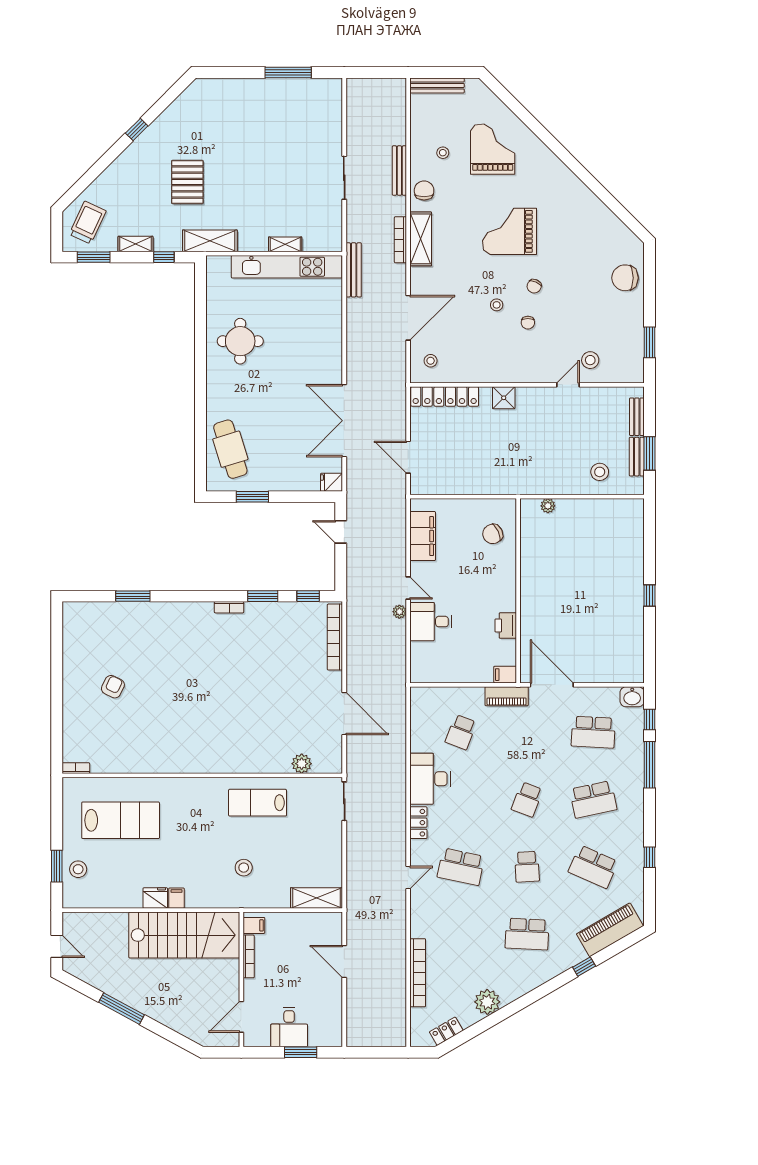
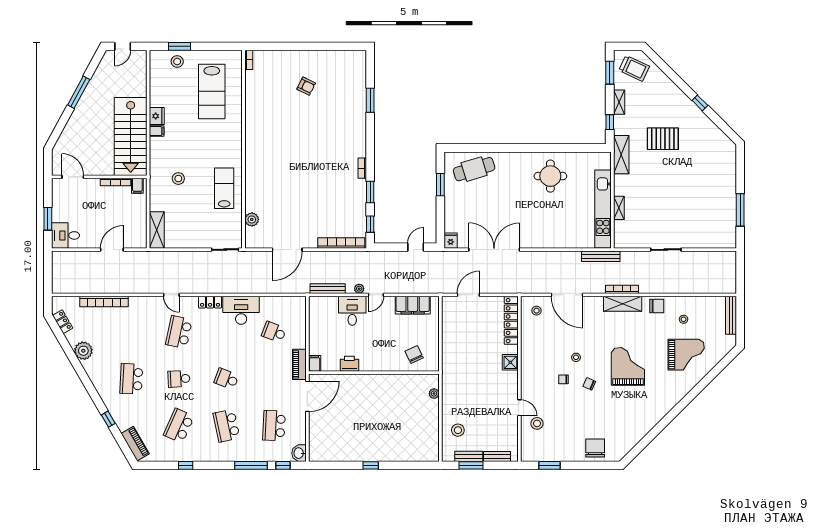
bench: (399, 171) -> (328, 289), moved
piano: (610, 930) -> (135, 444), width x0.73, depth x0.75
desk: (289, 1027) -> (66, 235), moved

